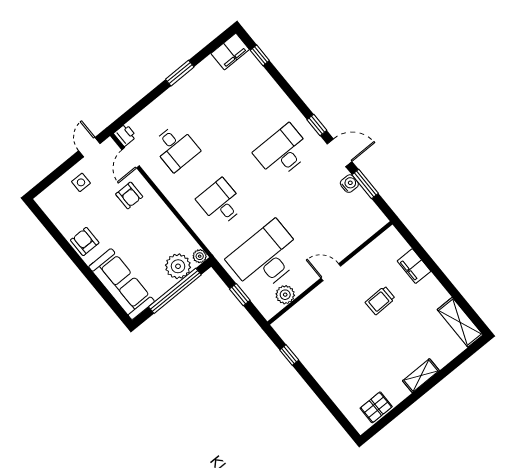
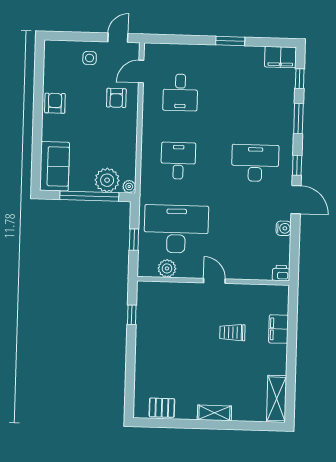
printer: (125, 135) -> (281, 273), moved, turned -90
window: (365, 184) -> (298, 119), moved
sofa: (122, 284) -> (55, 166), width x0.73

